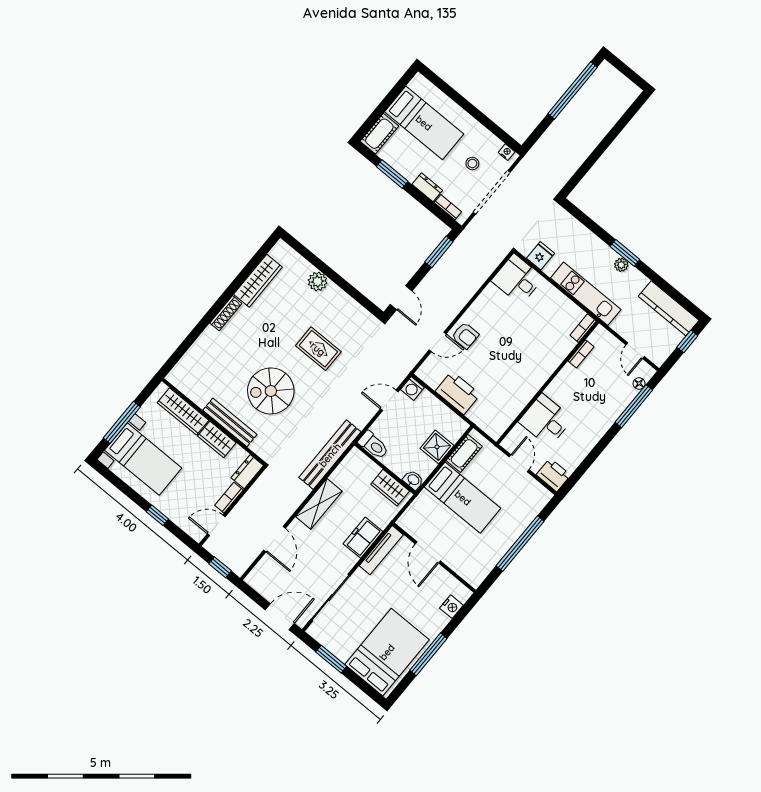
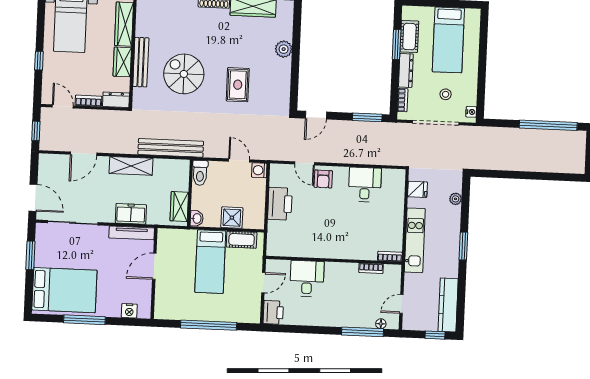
cot: (379, 134) -> (409, 37), moved, turned 90
dresser: (427, 187) -> (406, 70), width x1.44
plant: (621, 265) -> (456, 199), moved
desk: (517, 279) -> (365, 185), moved

